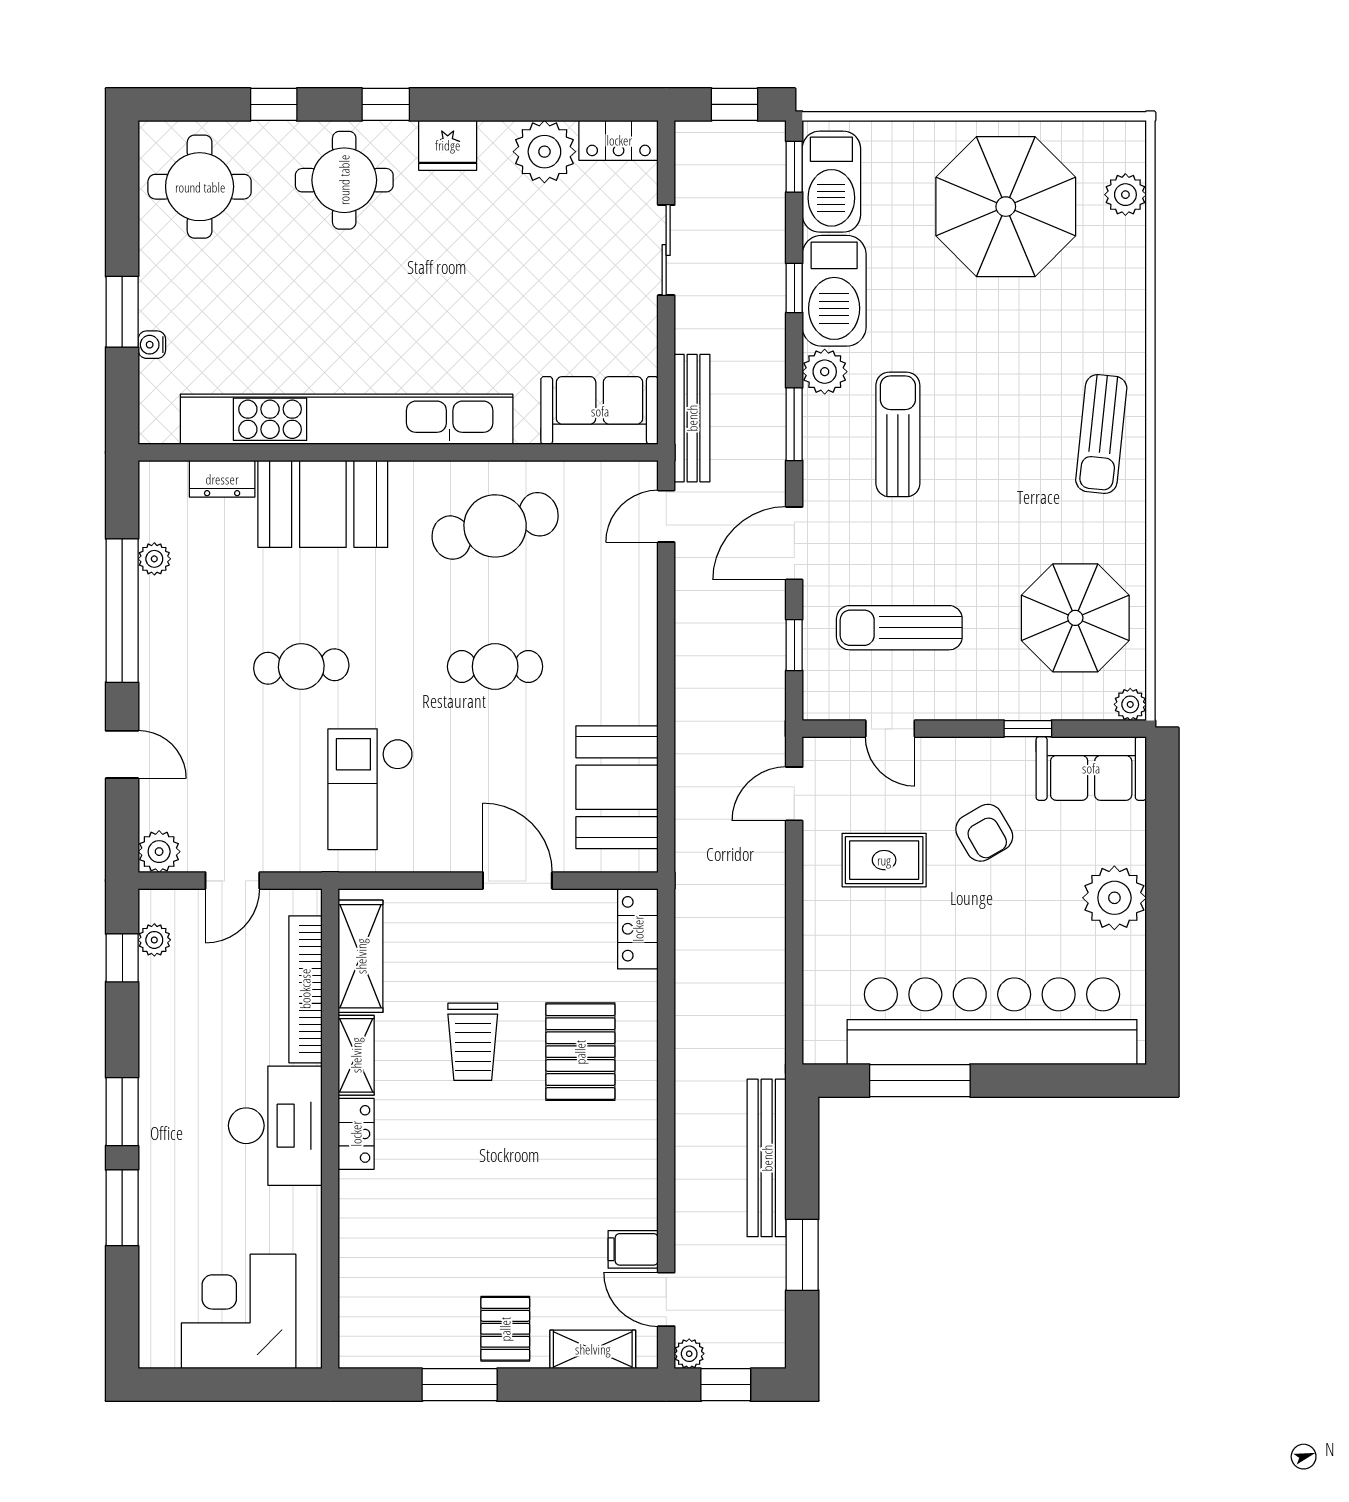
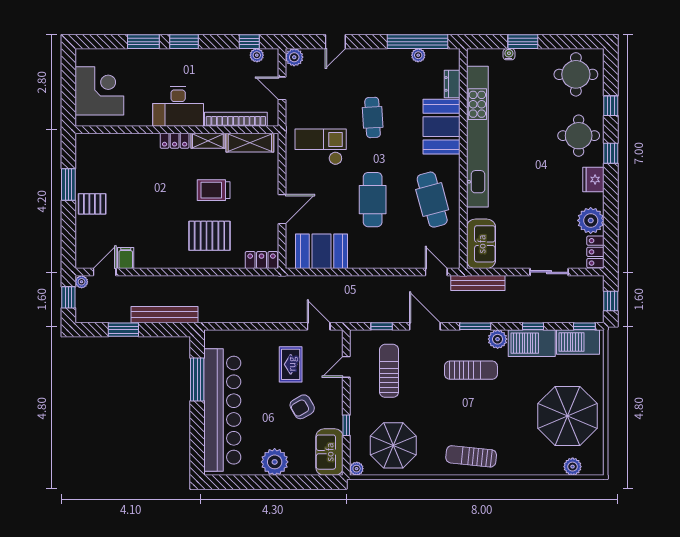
window: (122, 611) -> (418, 42), moved
cafe table: (495, 667) -> (373, 200), width x1.37, depth x1.35
shelving: (593, 1349) -> (83, 241), removed

